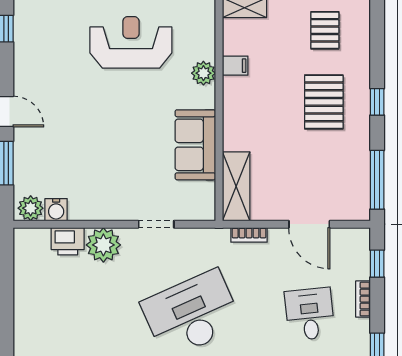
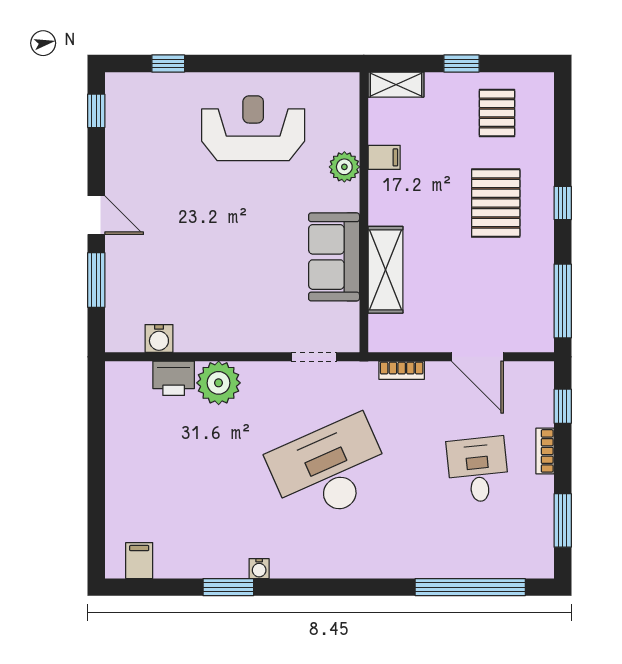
shelving: (236, 186) -> (385, 270), moved
plant: (31, 208) -> (127, 337), removed
doorway: (156, 224) -> (314, 357), moved

